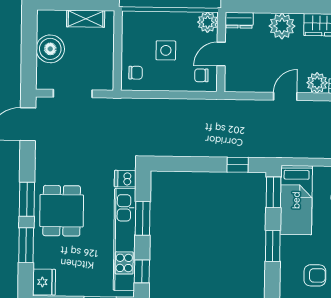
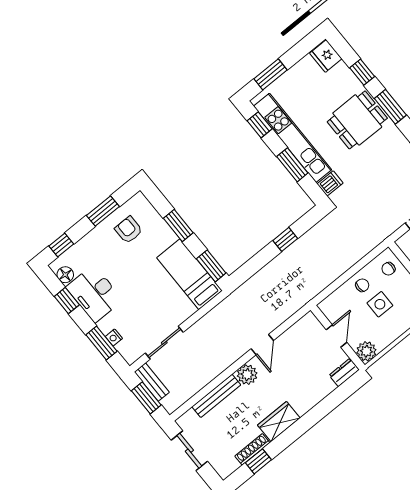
plant: (282, 26) -> (309, 395), removed
chair: (201, 75) -> (362, 285), moved
window: (238, 165) -> (285, 239), moved
dining table: (62, 211) -> (357, 120), turned 90
window: (26, 245) -> (362, 72), width x0.67
armchair: (315, 275) -> (129, 230), turned 90

